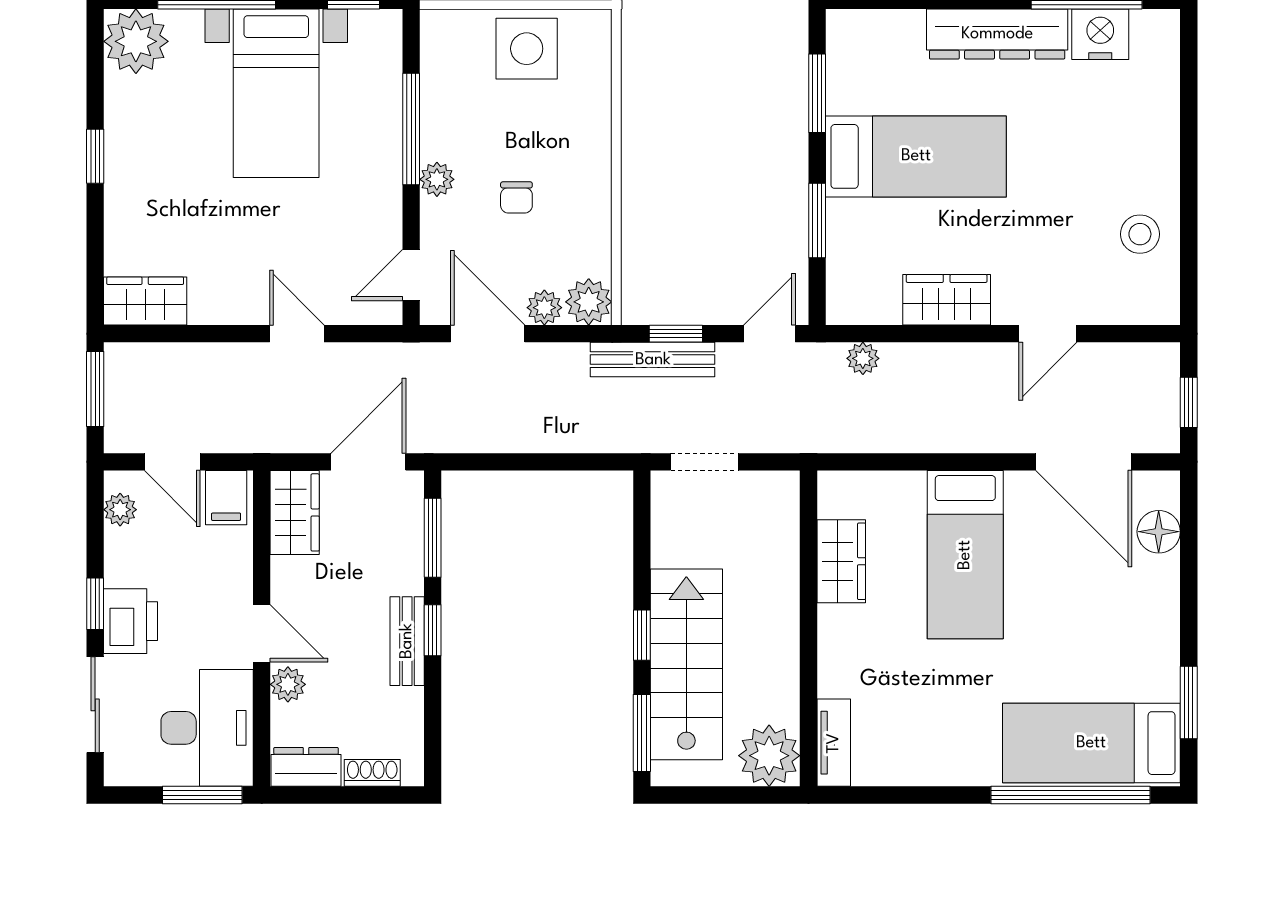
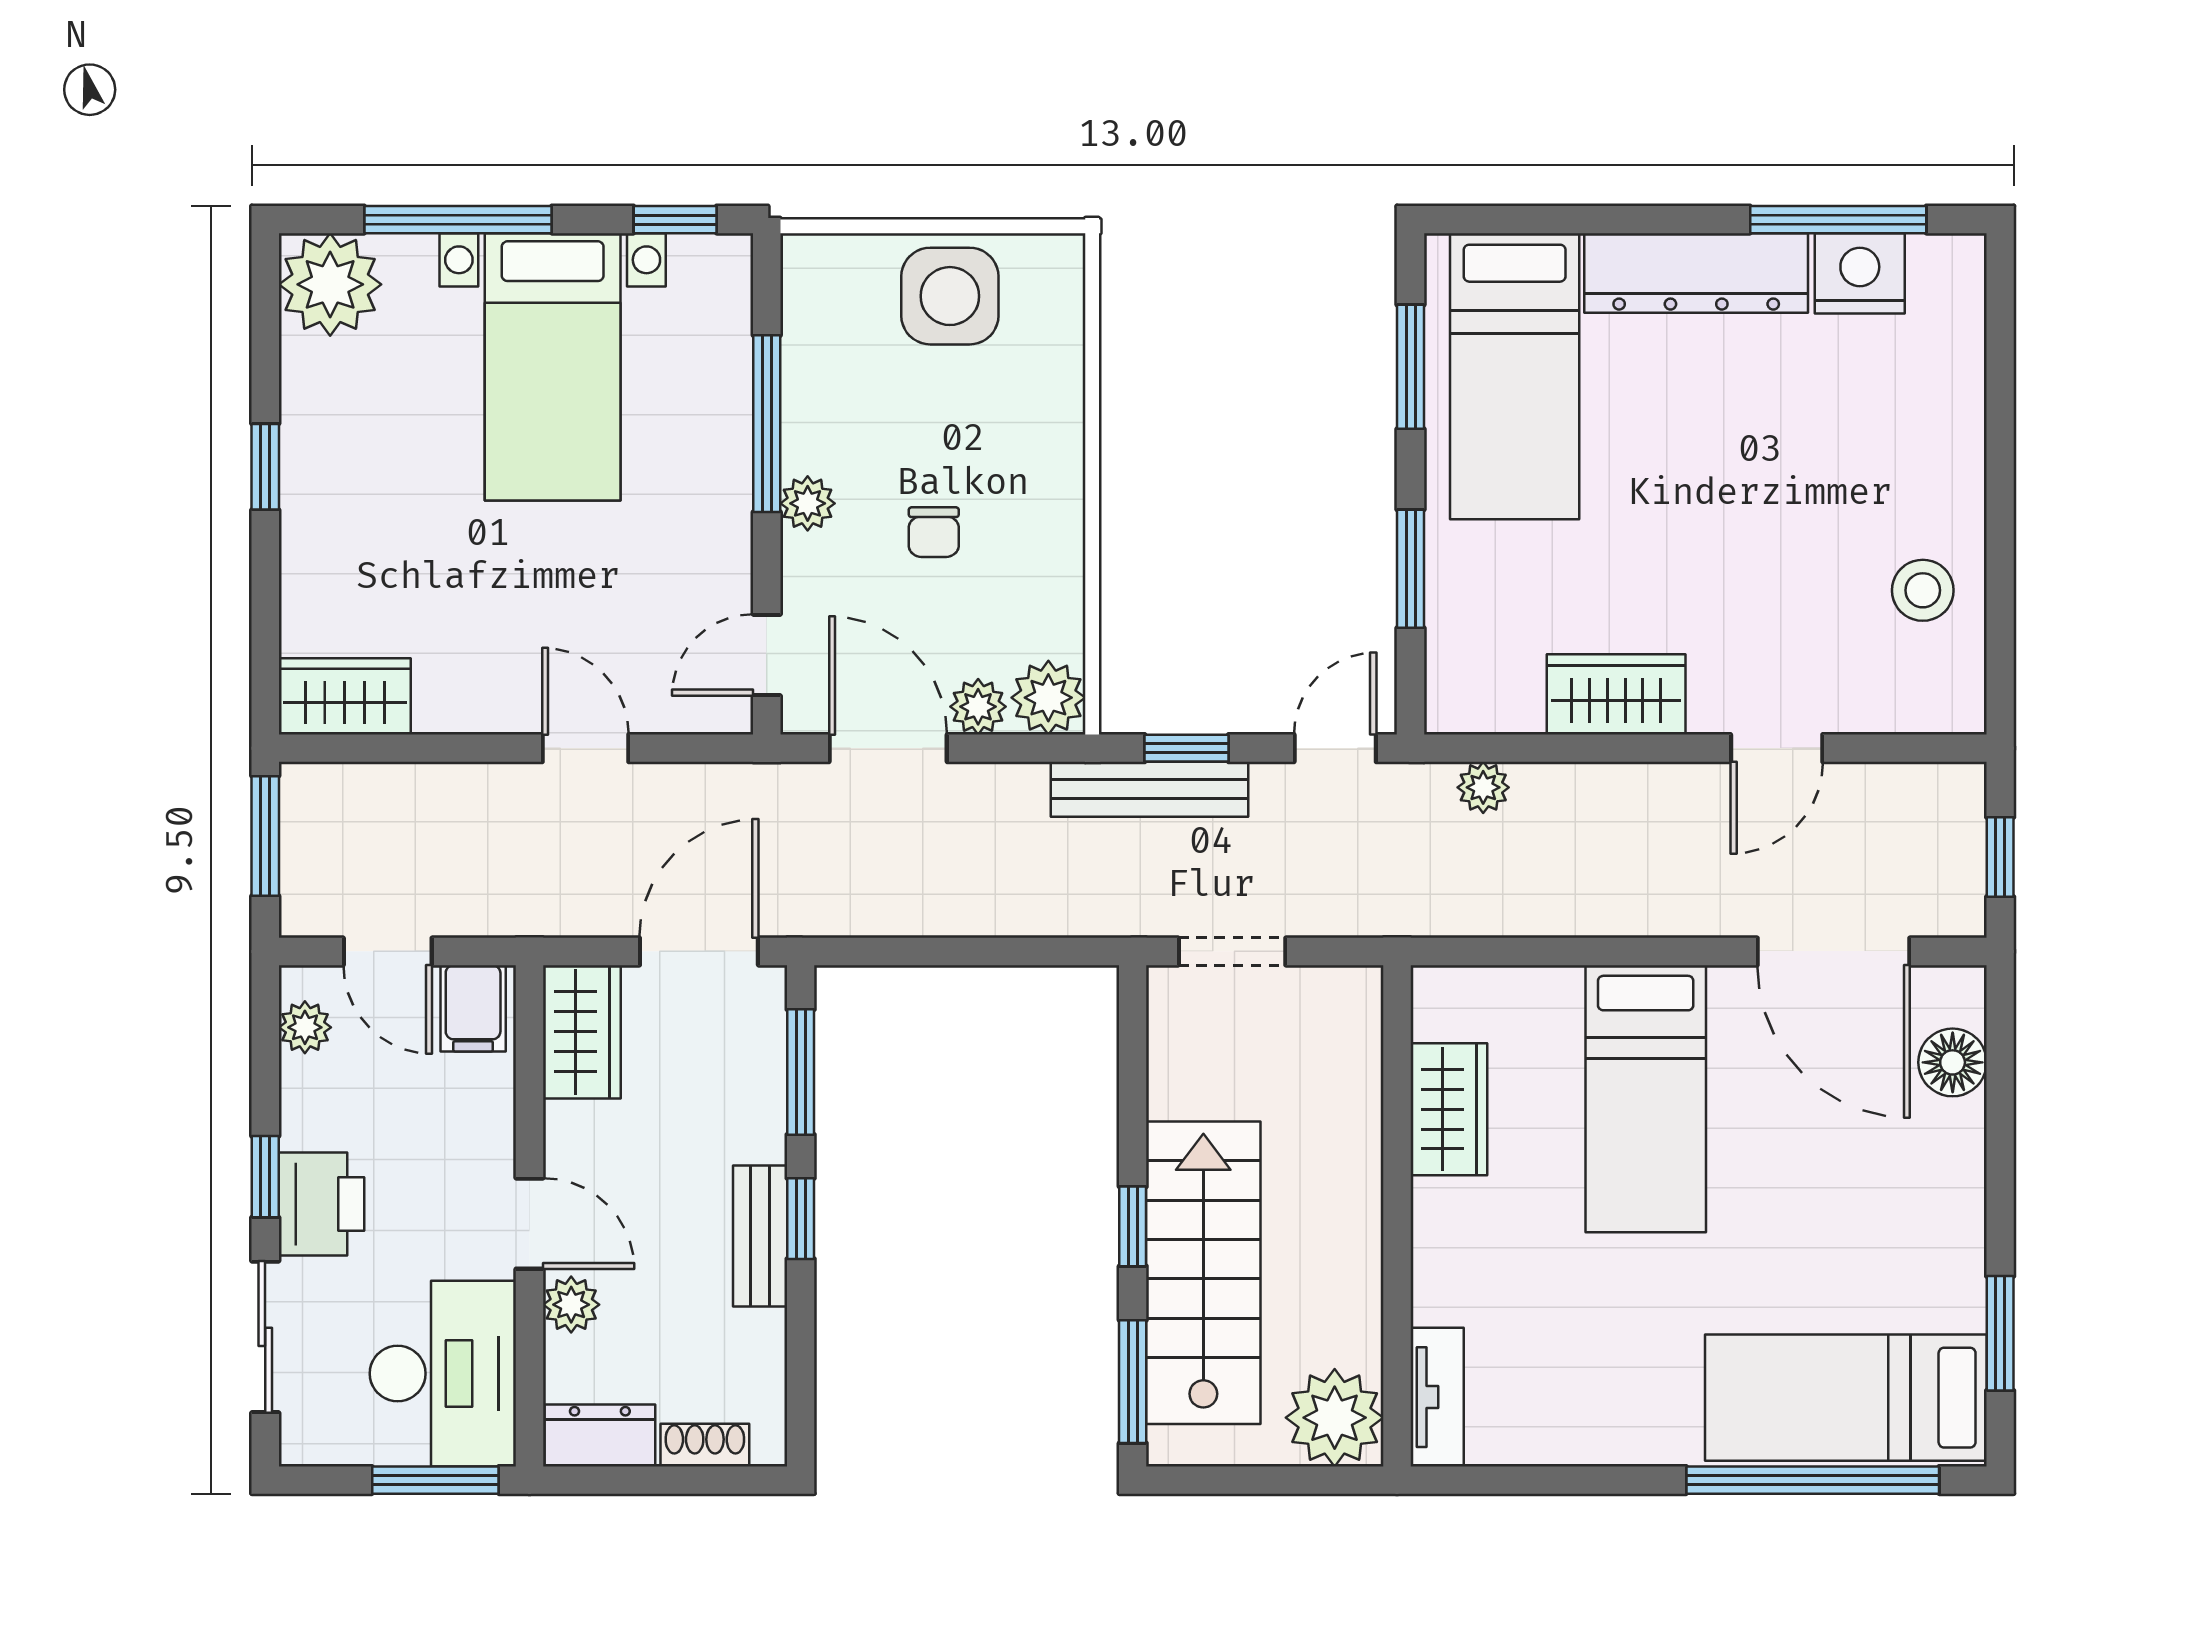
bed: (916, 156) -> (1515, 376), moved, turned 90

